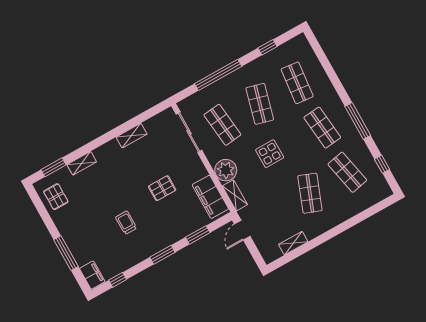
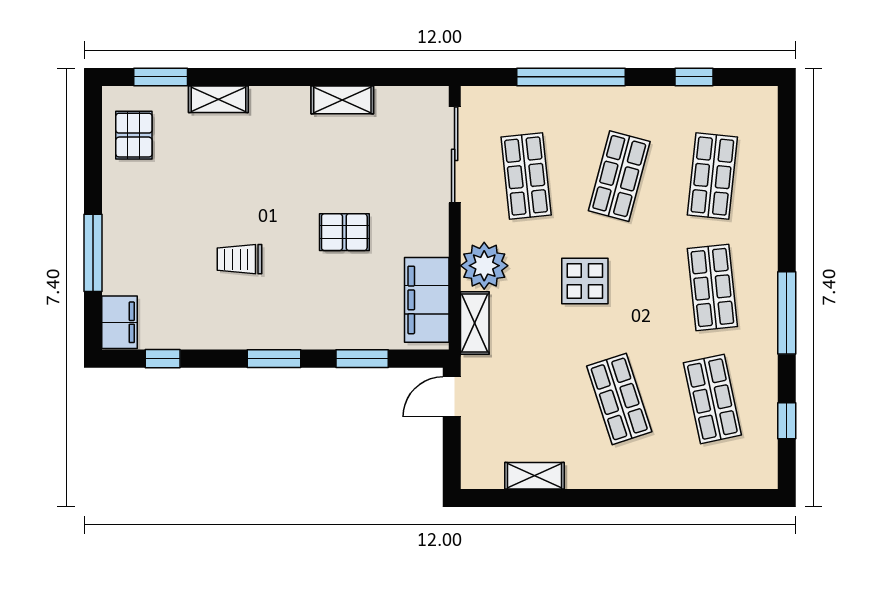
shop shelf: (310, 193) -> (619, 399), turned -39
trolley: (126, 223) -> (239, 259), turned -90

